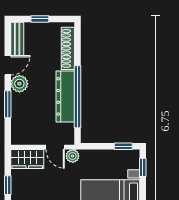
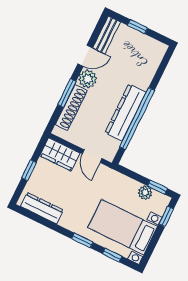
shoe rack: (68, 48) -> (71, 108), moved, turned 180
plant: (73, 156) -> (145, 193), moved

